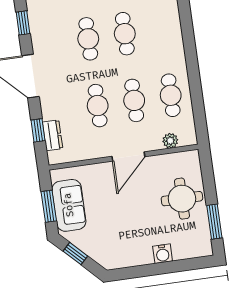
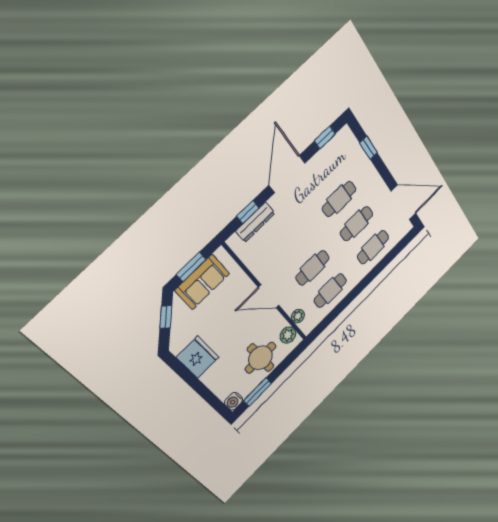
cafe table: (98, 106) -> (373, 247), moved
dresser: (53, 135) -> (255, 222), width x1.44
plant: (181, 161) -> (288, 335), added
fridge: (133, 251) -> (198, 357), added
water cooler: (163, 254) -> (234, 401), moved

